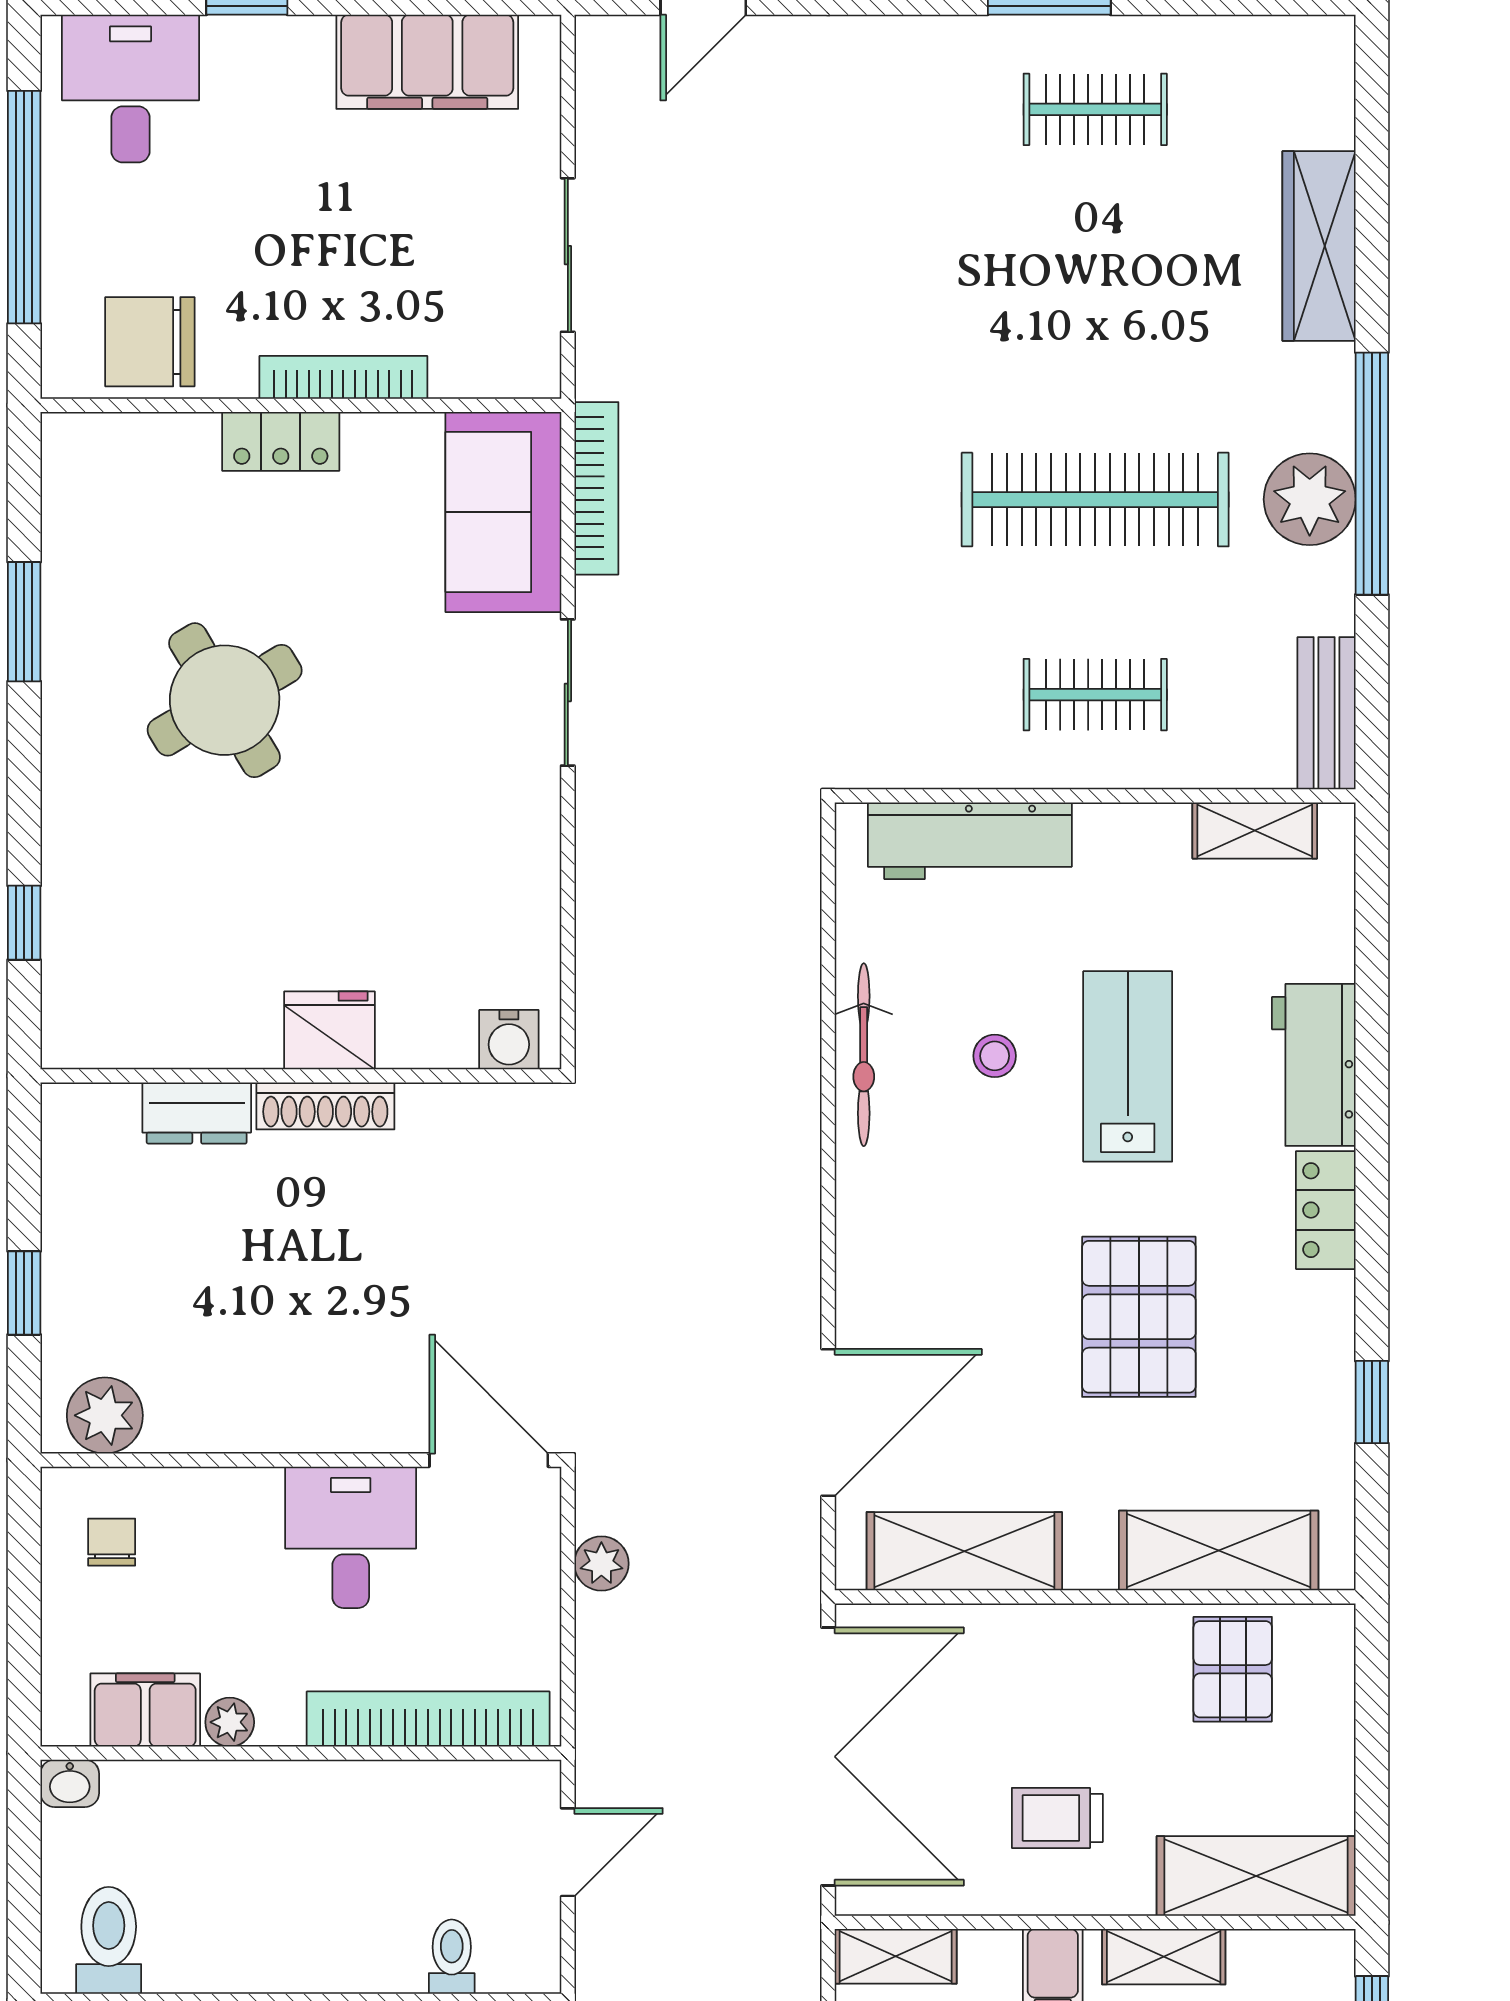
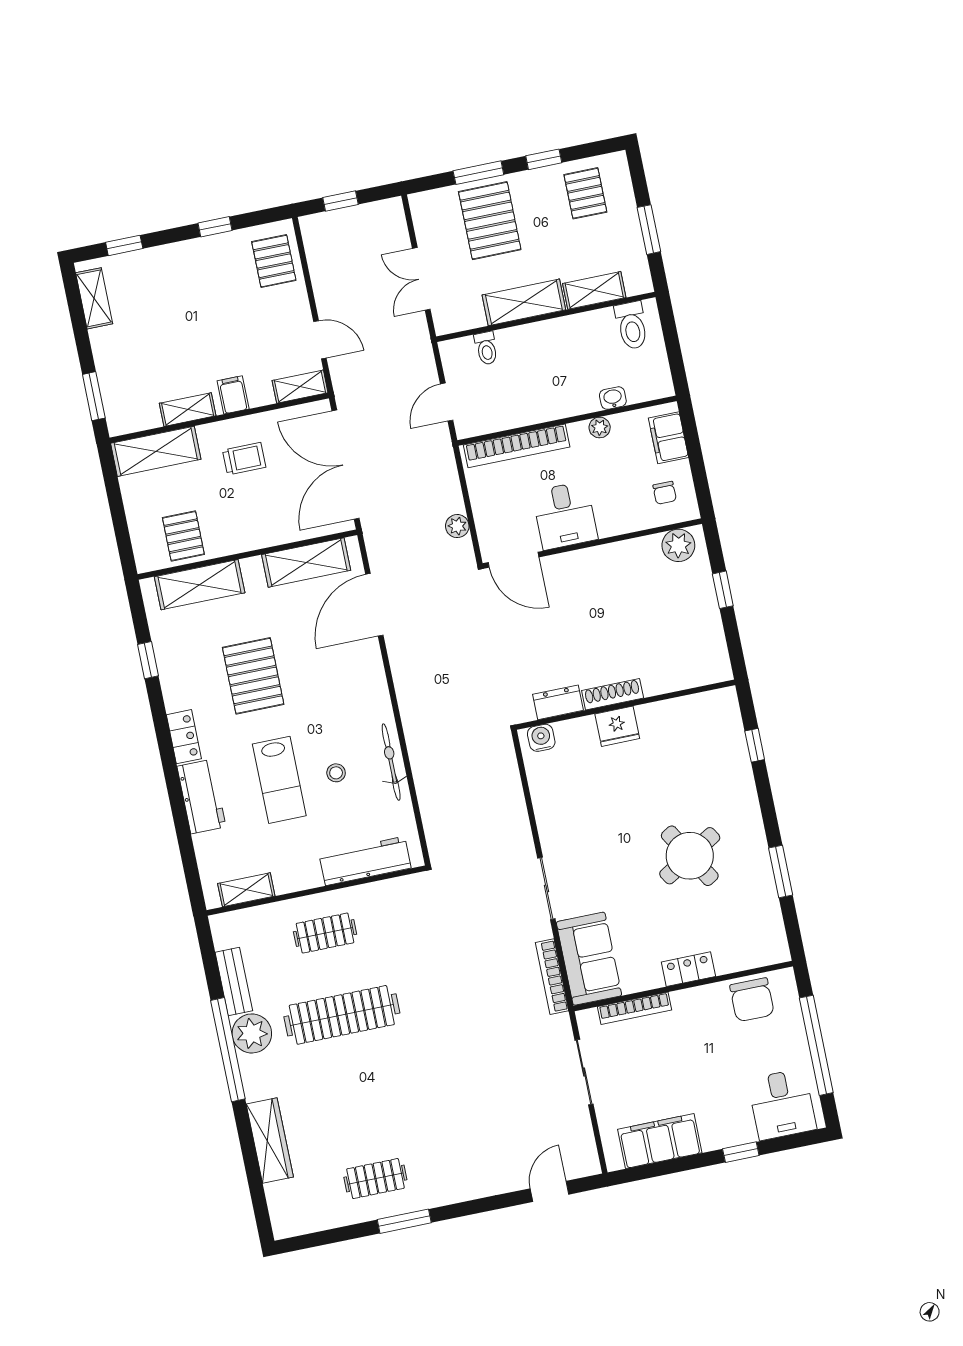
chair: (150, 342) -> (752, 1000), turned 90
bookcase: (343, 377) -> (635, 1008), moved
bench: (1326, 713) -> (234, 981), moved
dresser: (197, 1113) -> (558, 702), moved
filing cabinet: (145, 1710) -> (668, 438), moved, turned 90
washbasin: (70, 1783) -> (613, 398), moved

